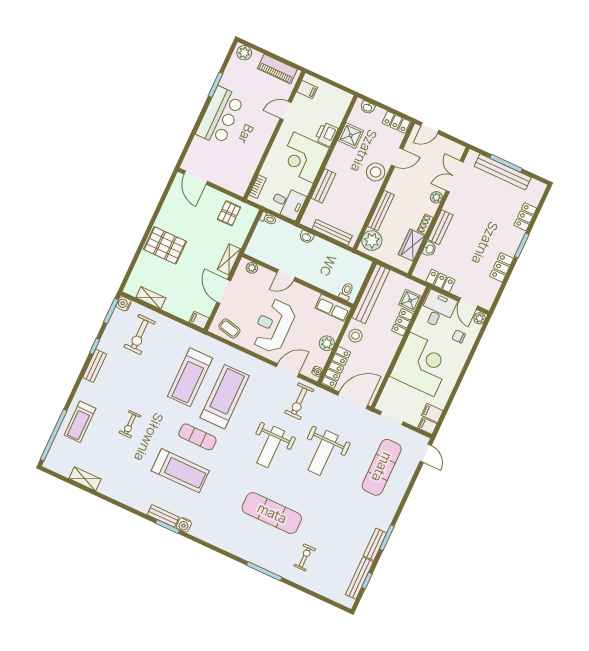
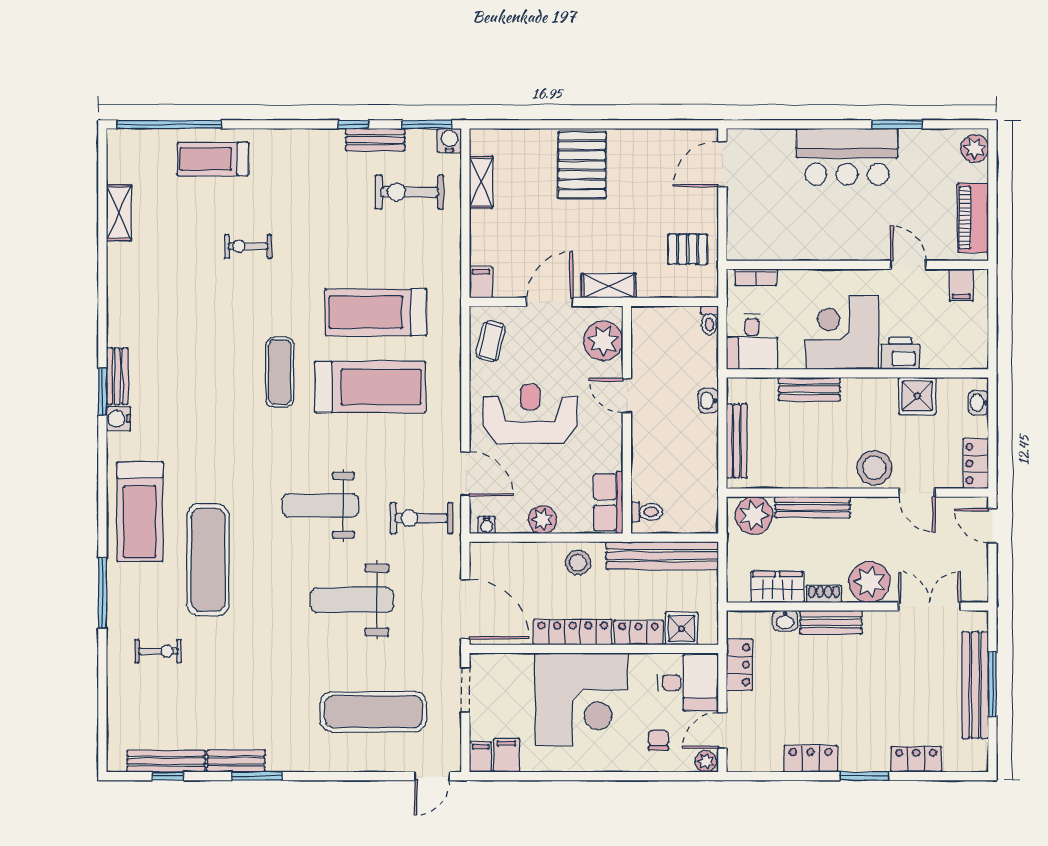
plant: (436, 197) -> (869, 582), width x1.88, depth x1.88
plant: (252, 268) -> (603, 341), width x1.88, depth x1.88
bench: (95, 366) -> (375, 140), moved
locker: (336, 367) -> (573, 632), moved, turned 180
treadmill: (180, 471) -> (140, 512), moved

